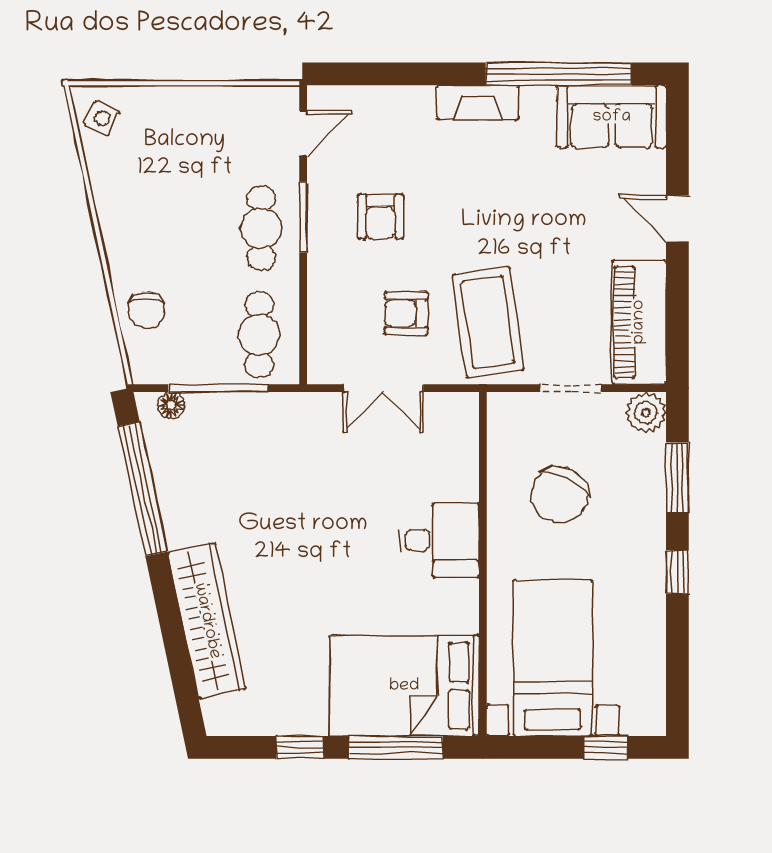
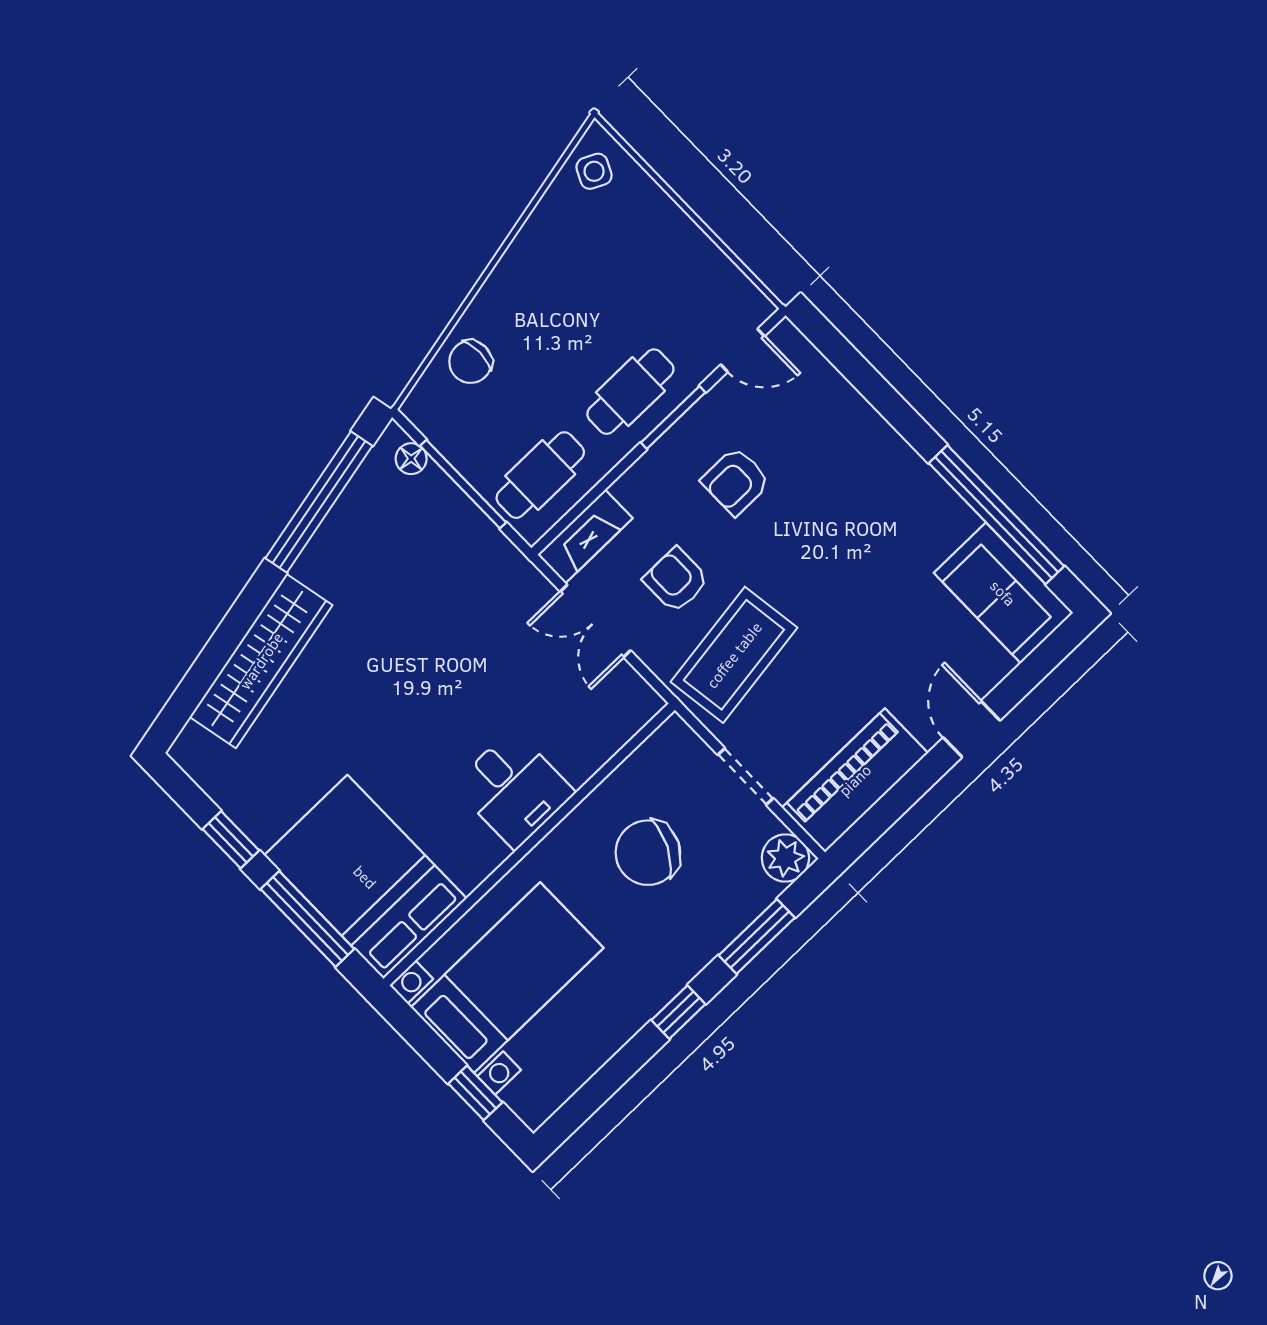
fireplace: (478, 103) -> (585, 536), moved, turned -90

